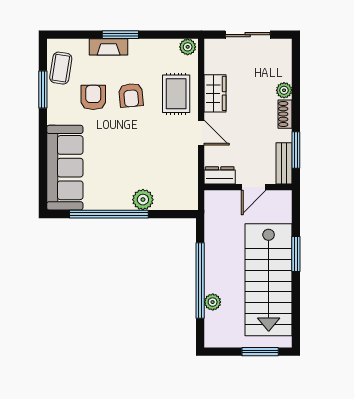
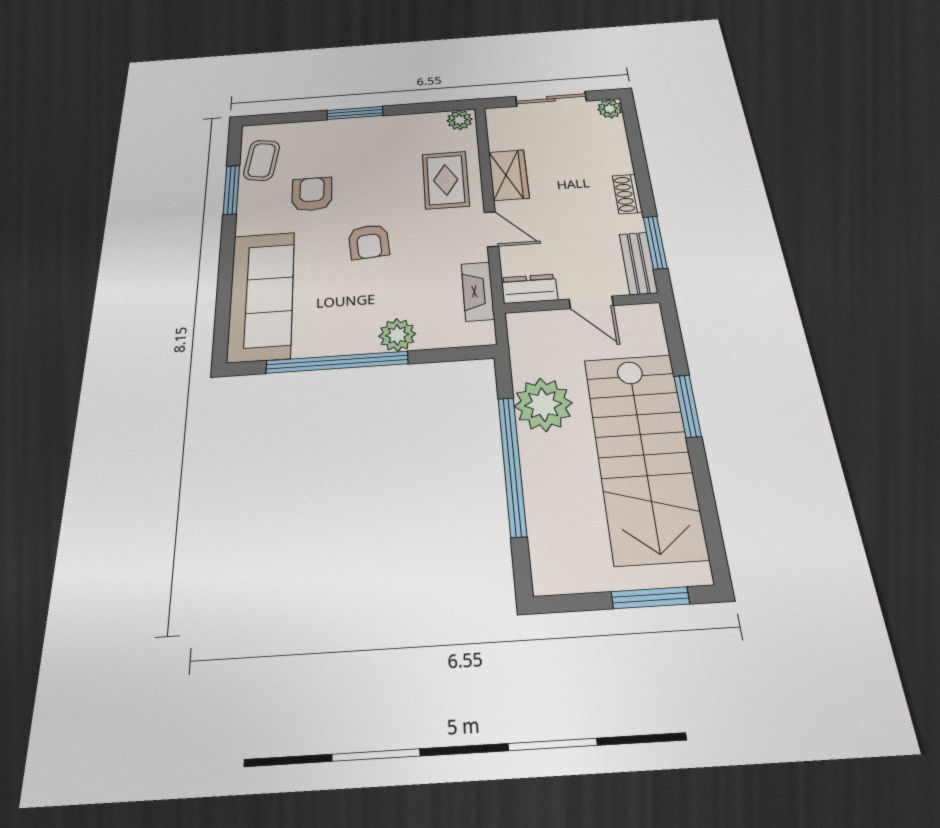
fireplace: (109, 47) -> (478, 291), moved, turned 90
plant: (284, 90) -> (610, 109), moved
armchair: (131, 95) -> (369, 242), moved
door: (254, 187) -> (591, 302), hinge flipped
plant: (213, 302) -> (543, 405), moved, width x1.87, depth x1.87

